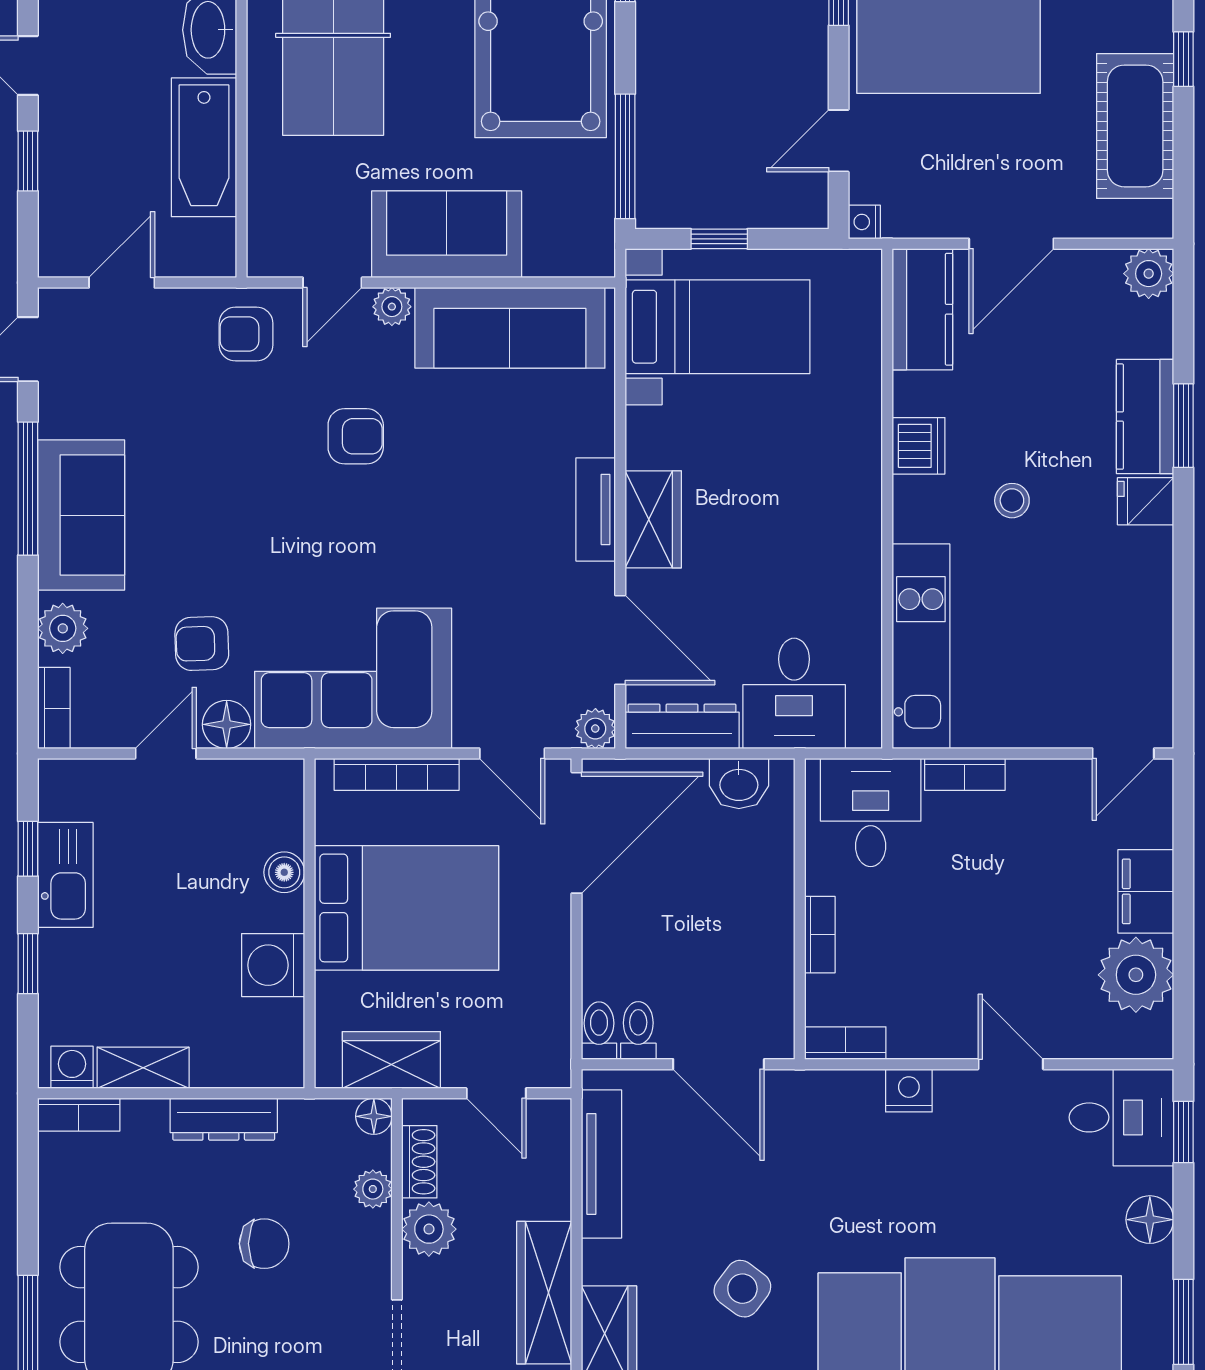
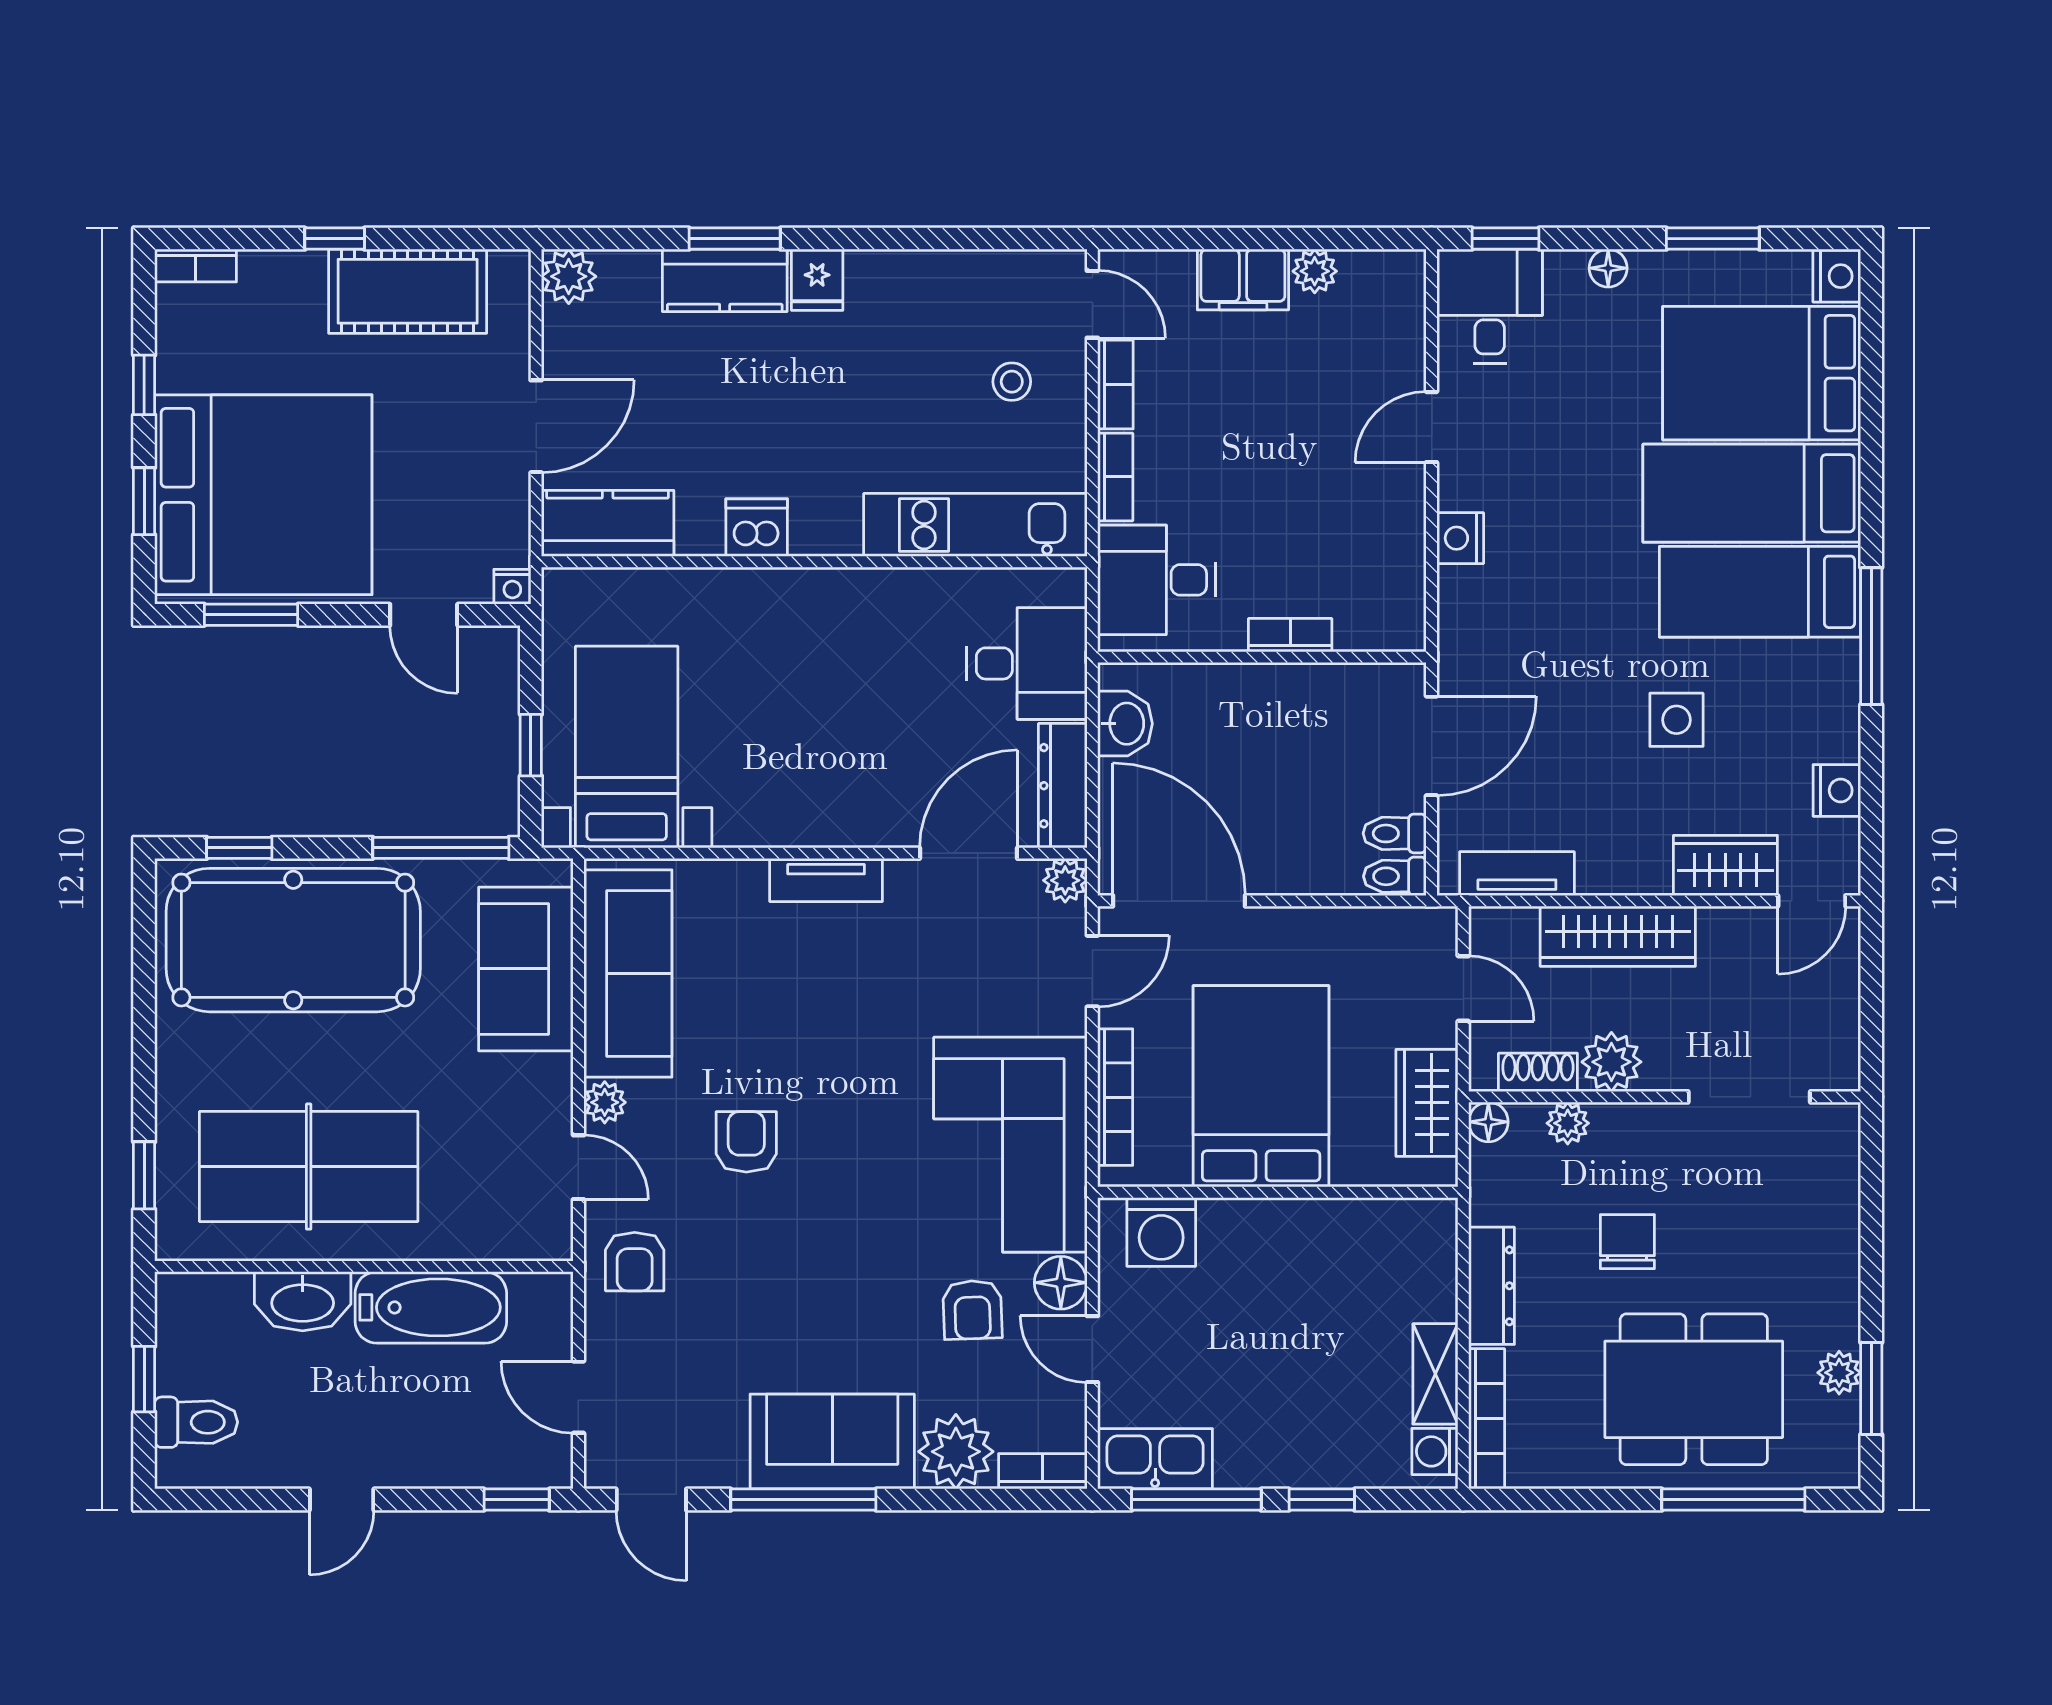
window: (28, 161) -> (517, 1500), moved
sofa: (447, 234) -> (526, 969), moved
door: (1011, 244) -> (536, 426), hinge flipped
stool: (1012, 501) -> (1012, 382), moved
wardrobe: (653, 519) -> (837, 817), removed
plant: (63, 628) -> (956, 1452), width x1.36, depth x1.36
window: (28, 849) -> (1196, 1500), width x2.17
boiler: (284, 872) -> (1222, 1220), removed
kitchen sink: (65, 875) -> (1155, 1459), moved
washing machine: (273, 965) -> (1161, 1232), moved
plant: (1136, 975) -> (1315, 271), width x0.53, depth x0.53
bookcase: (845, 1043) -> (1115, 385), moved, turned 180
door: (496, 1093) -> (1463, 988), hinge flipped
bookcase: (79, 1115) -> (1487, 1419), width x1.56
tv unit: (601, 1164) -> (1517, 874), width x0.71
floor lamp: (1150, 1220) -> (1608, 268), width x0.73, depth x0.73
side table: (742, 1289) -> (1676, 720), turned -37
wardrobe: (544, 1293) -> (1618, 936), moved

